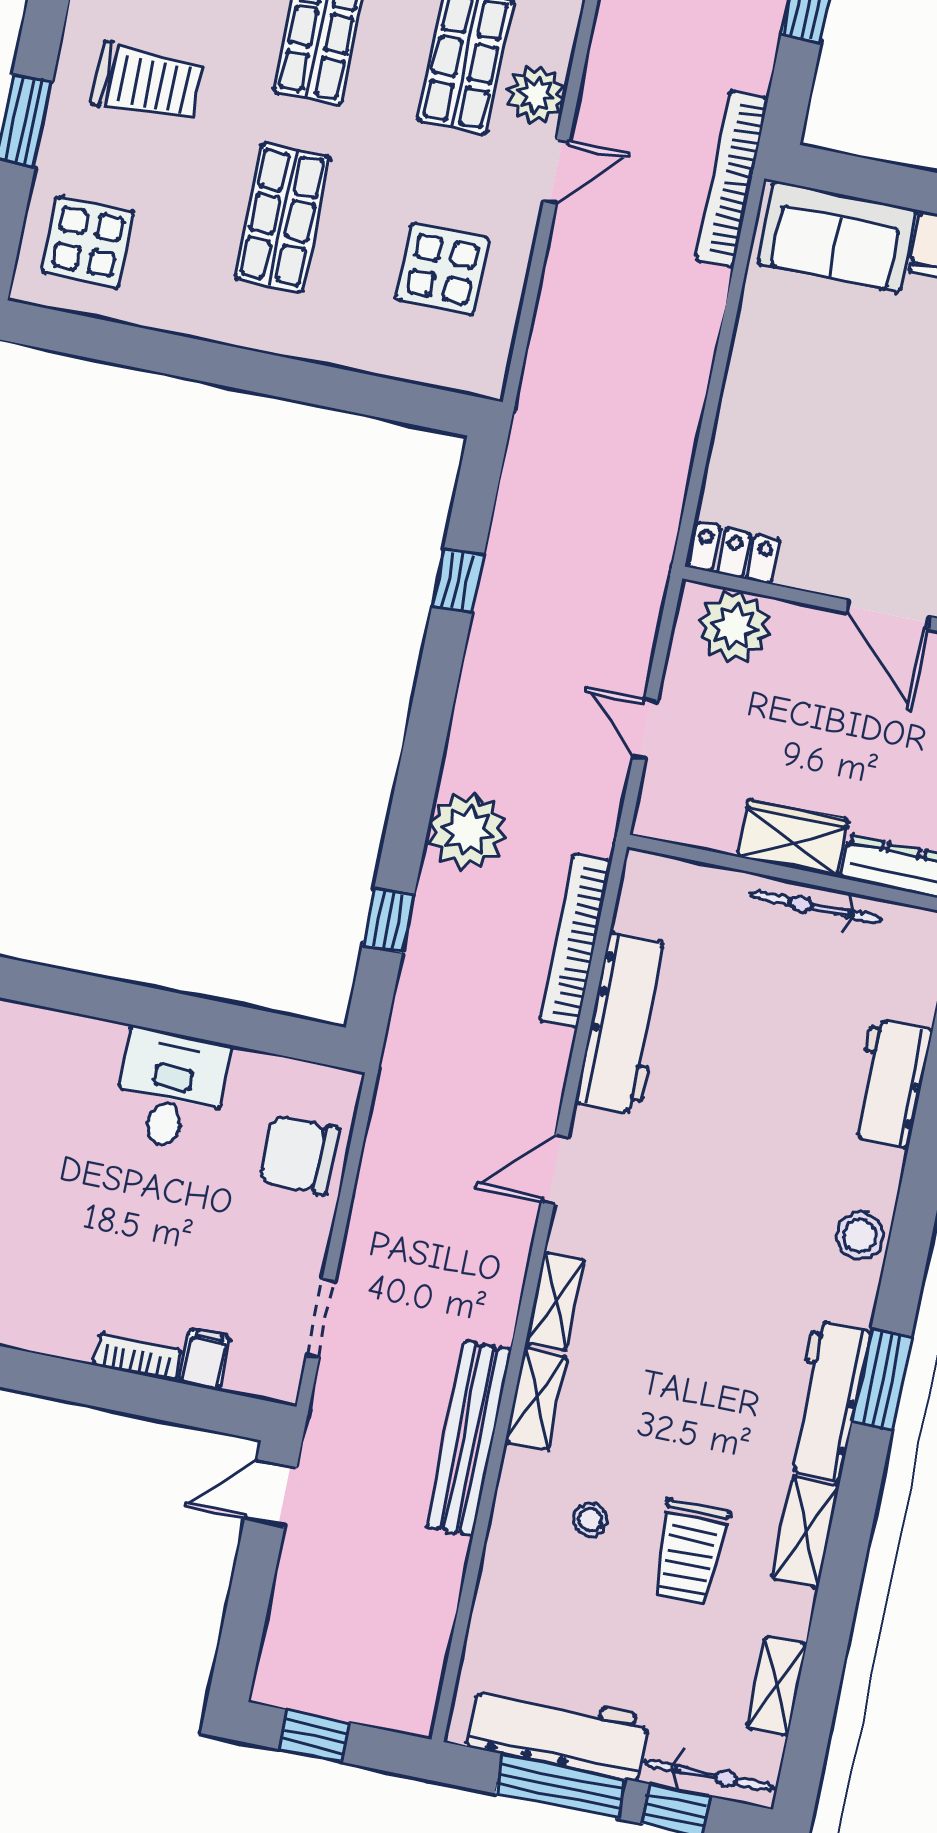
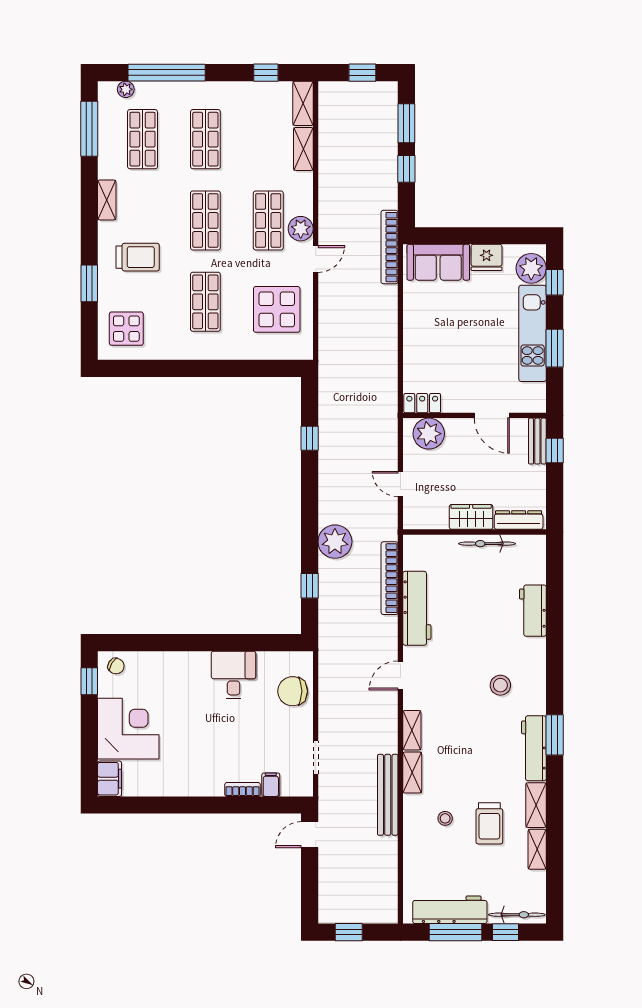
display table: (443, 269) -> (277, 309), width x1.36, depth x1.36
stool: (860, 1235) -> (500, 685), moved
shelving: (777, 1686) -> (537, 849), moved

